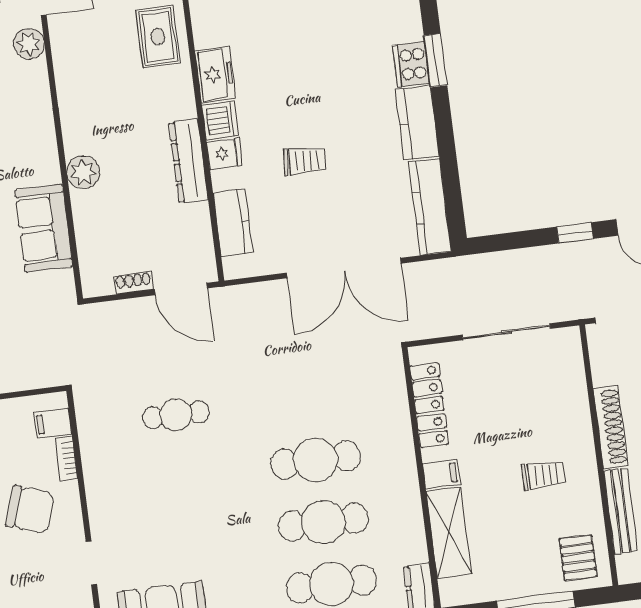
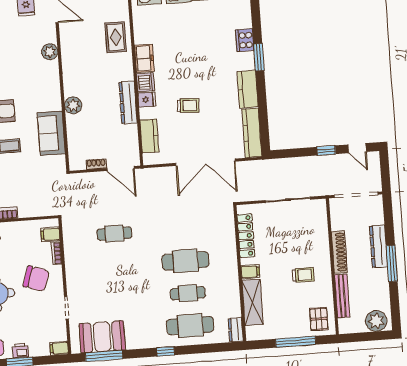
plant: (29, 44) -> (50, 52), moved
cooker: (411, 64) -> (245, 40), moved
cafe table: (323, 522) -> (188, 293), width x0.73, depth x0.74

